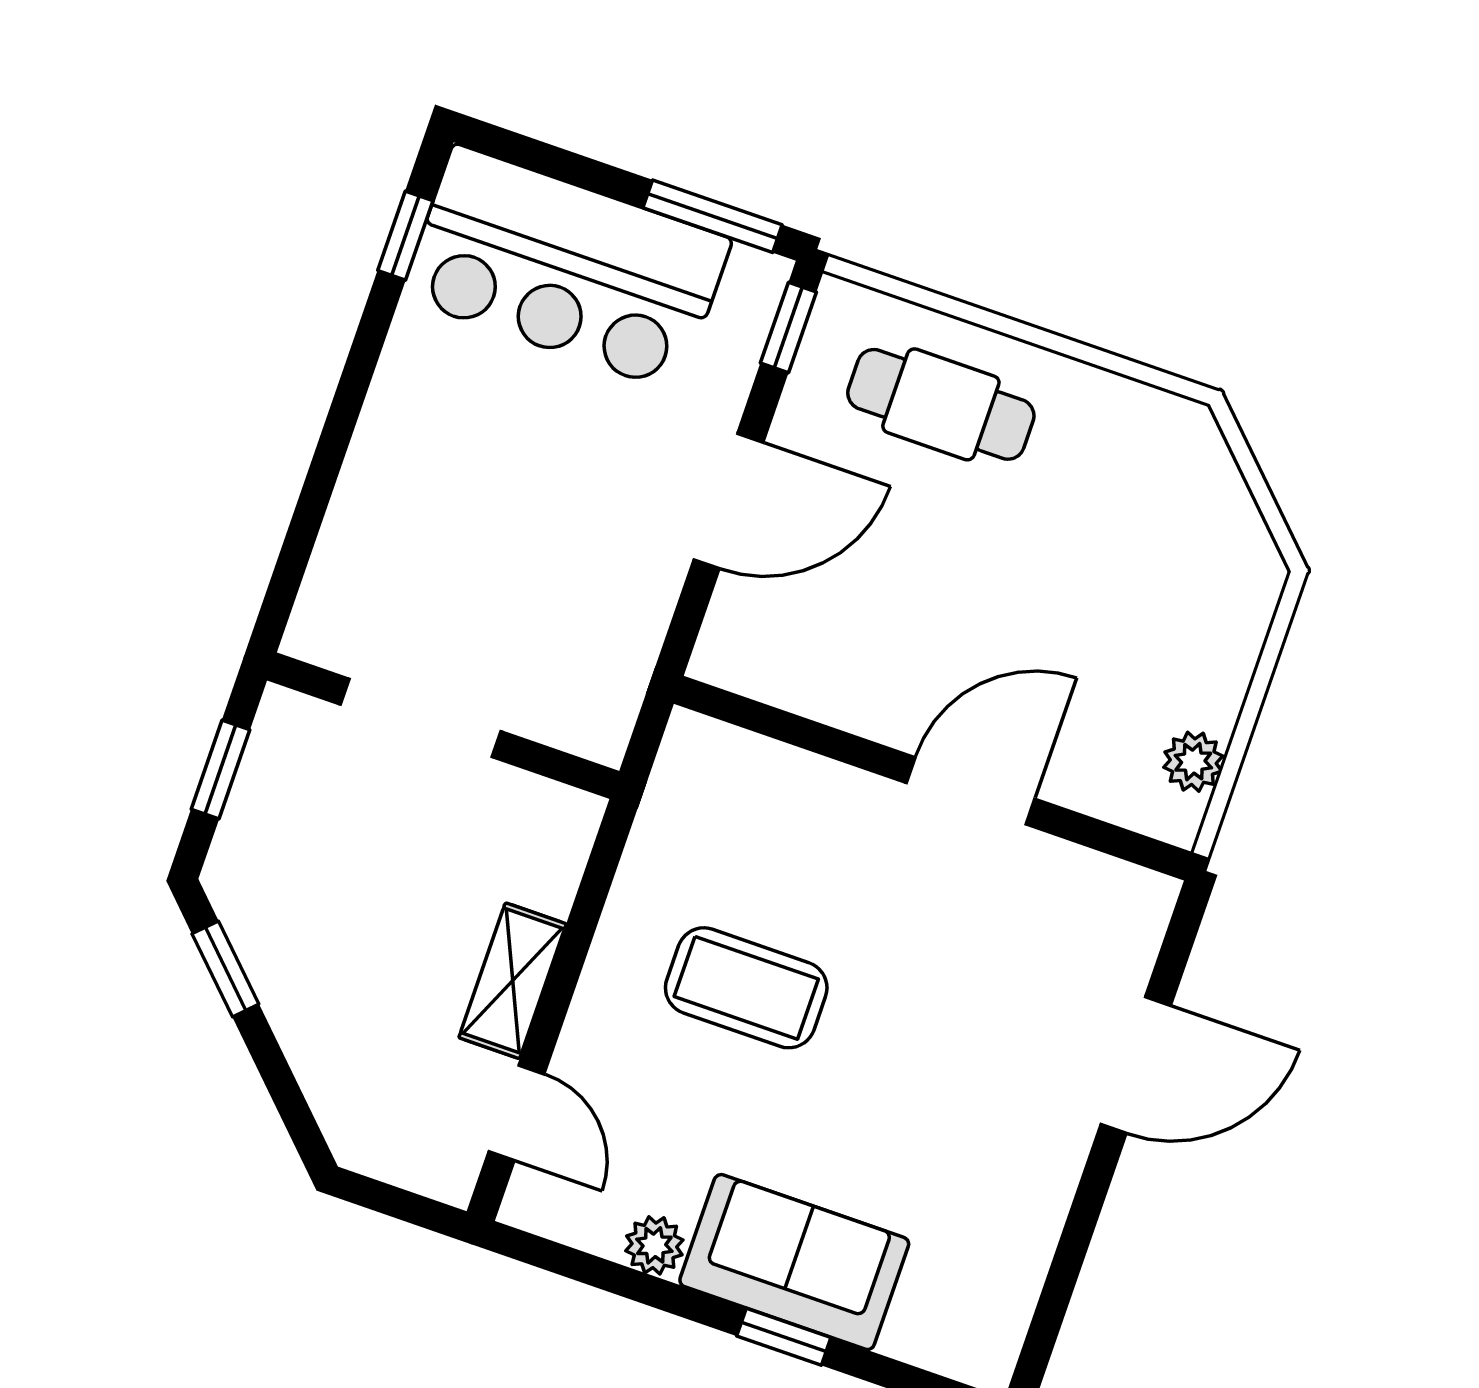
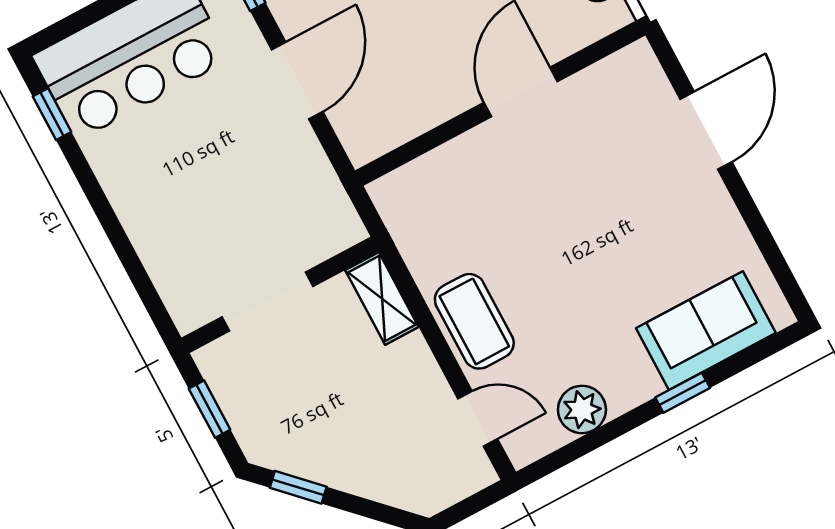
shelving: (513, 981) -> (382, 298), moved
coffee table: (746, 988) -> (474, 321), moved, turned 90
plant: (654, 1245) -> (582, 409), width x1.38, depth x1.38
sofa: (794, 1262) -> (706, 331), moved

